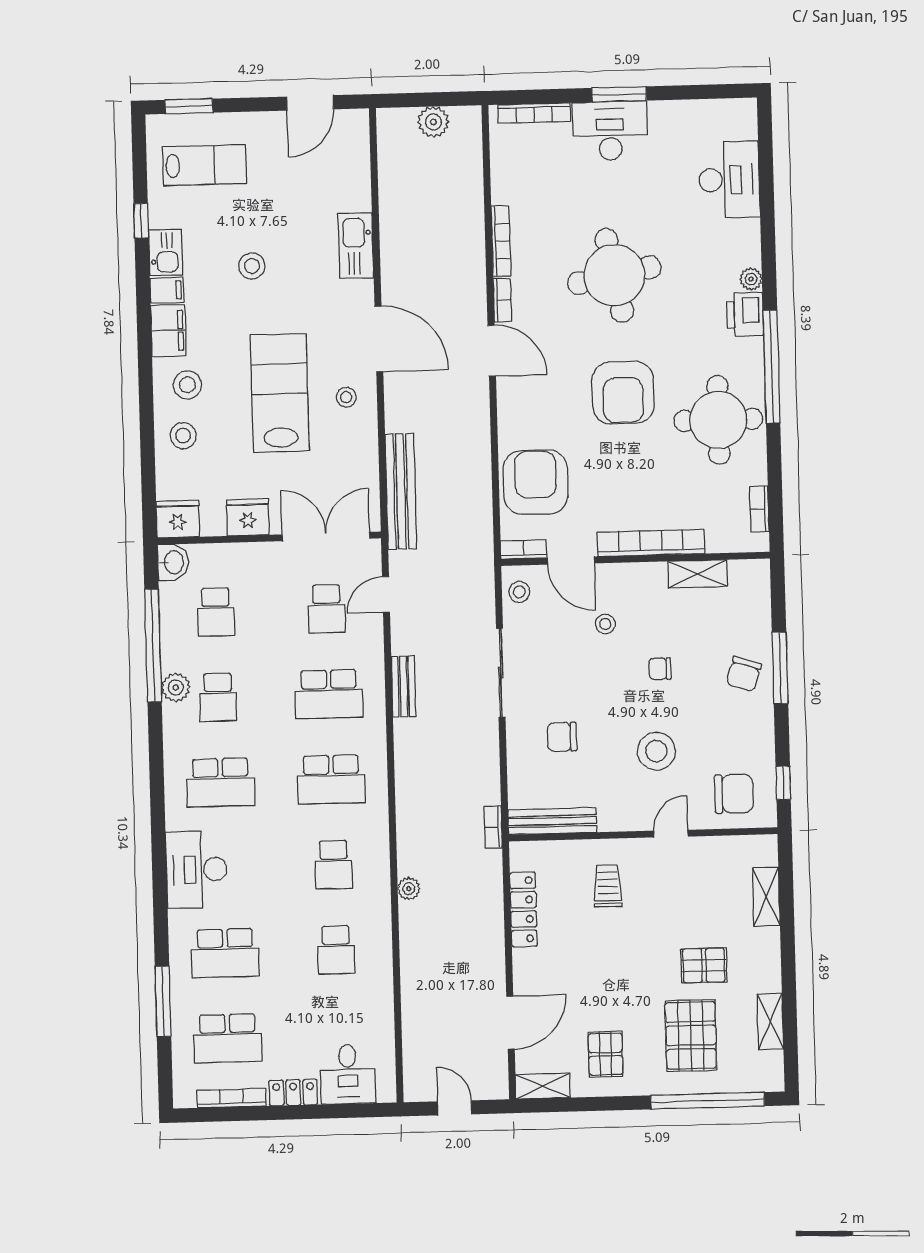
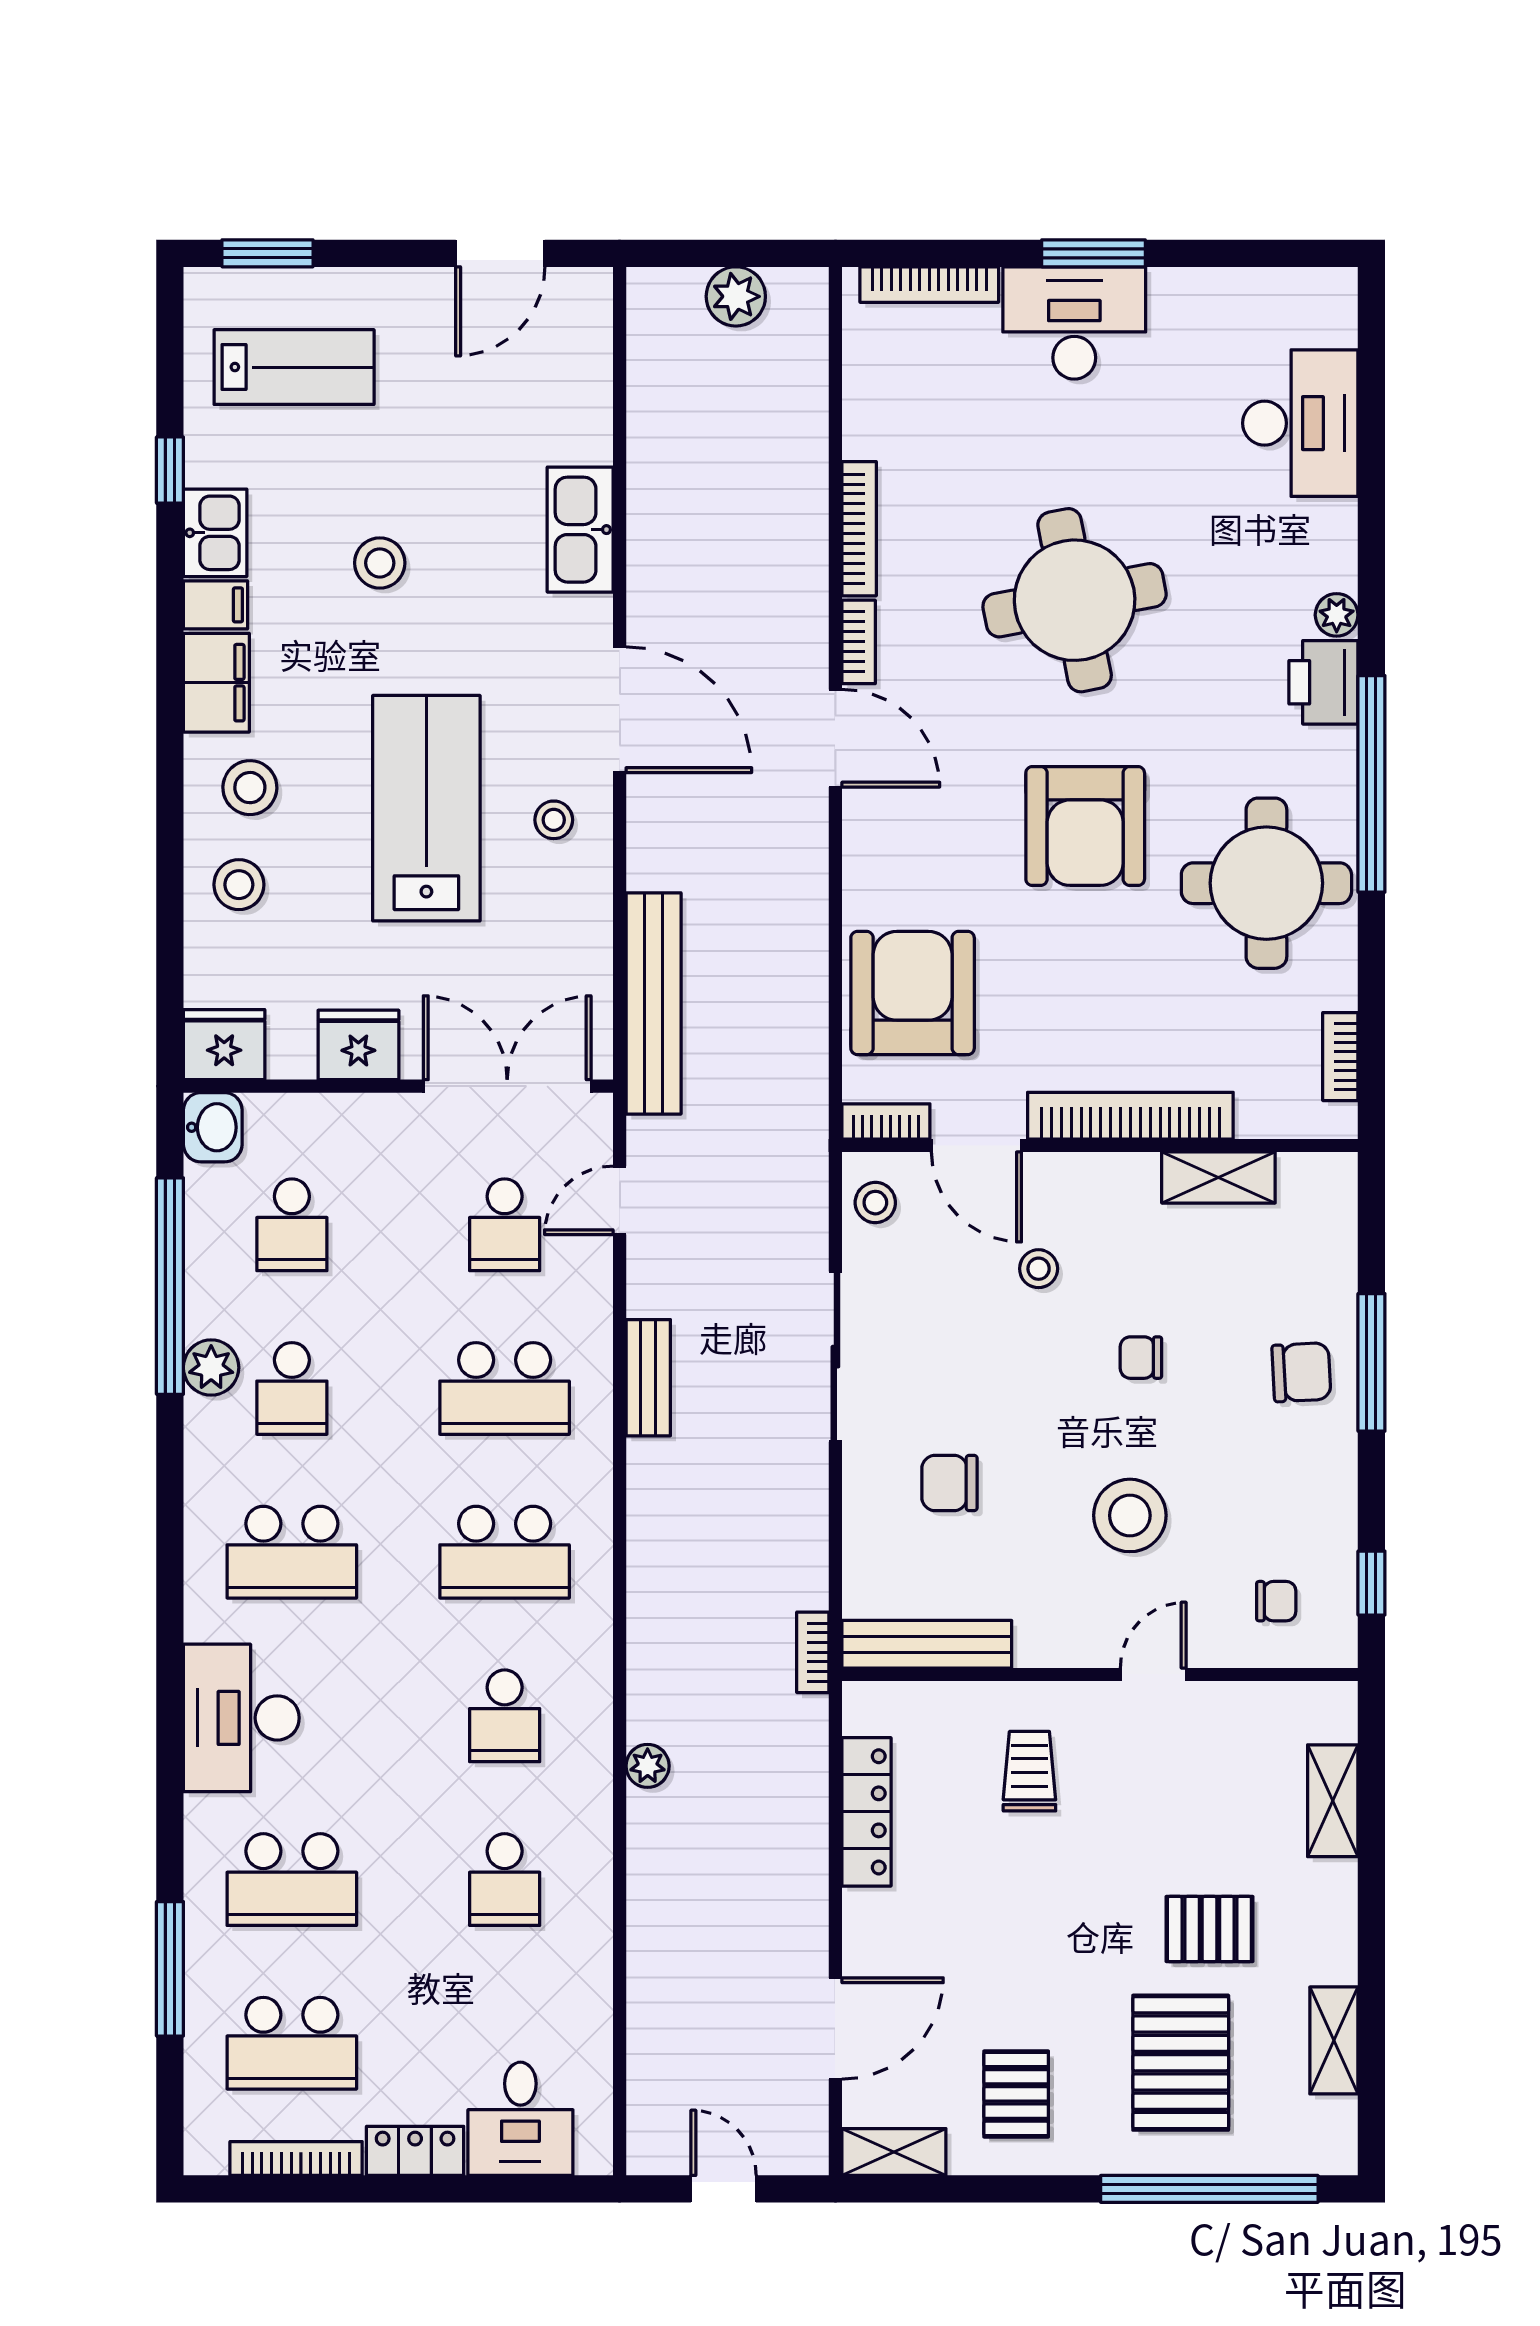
chair: (744, 674) -> (1301, 1372), turned -111
chair: (734, 794) -> (1276, 1601), width x0.54, depth x0.54

